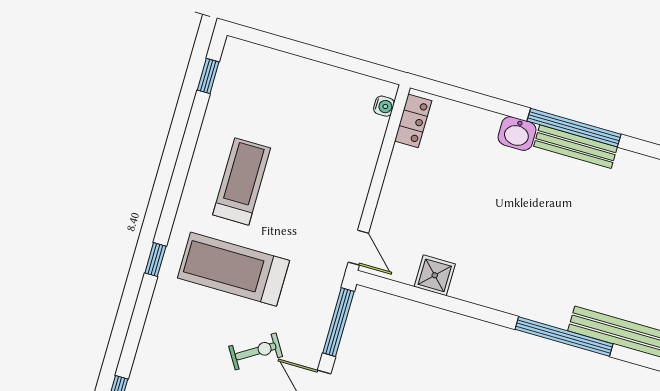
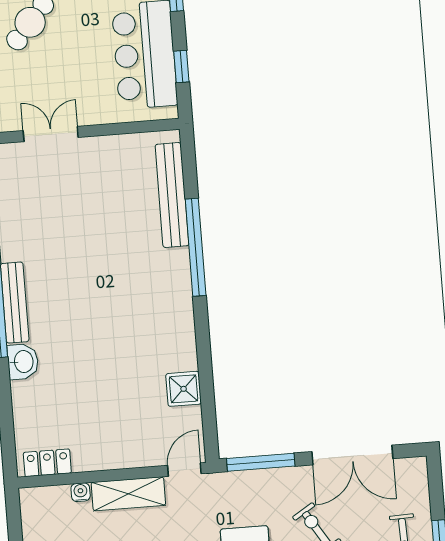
water cooler: (384, 106) -> (81, 492), moved
shelving: (355, 186) -> (128, 494), added

